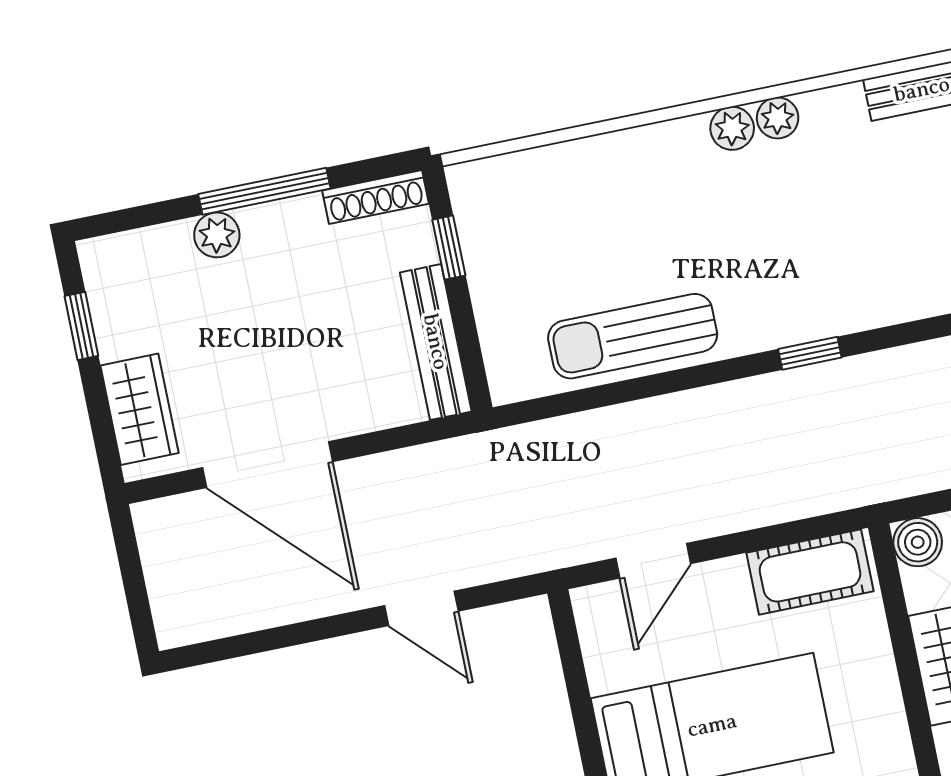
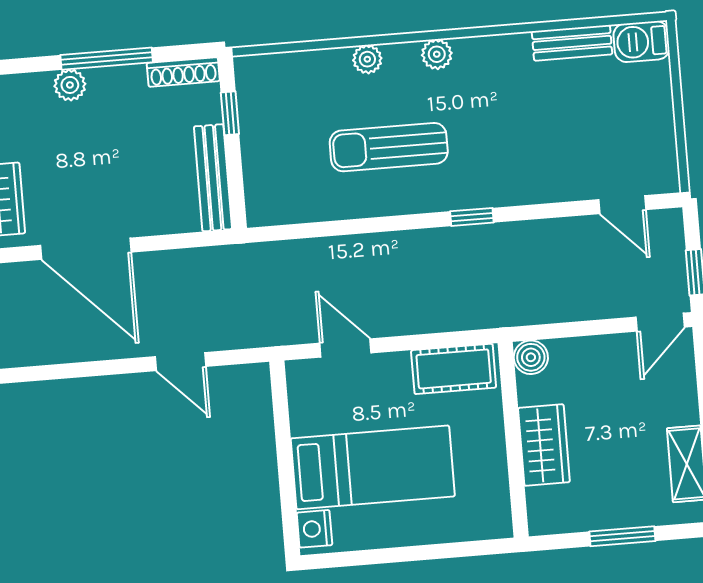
plant: (778, 118) -> (367, 59), moved
sun lounger: (633, 336) -> (389, 147), moved
door: (653, 561) -> (345, 348), swing flipped

